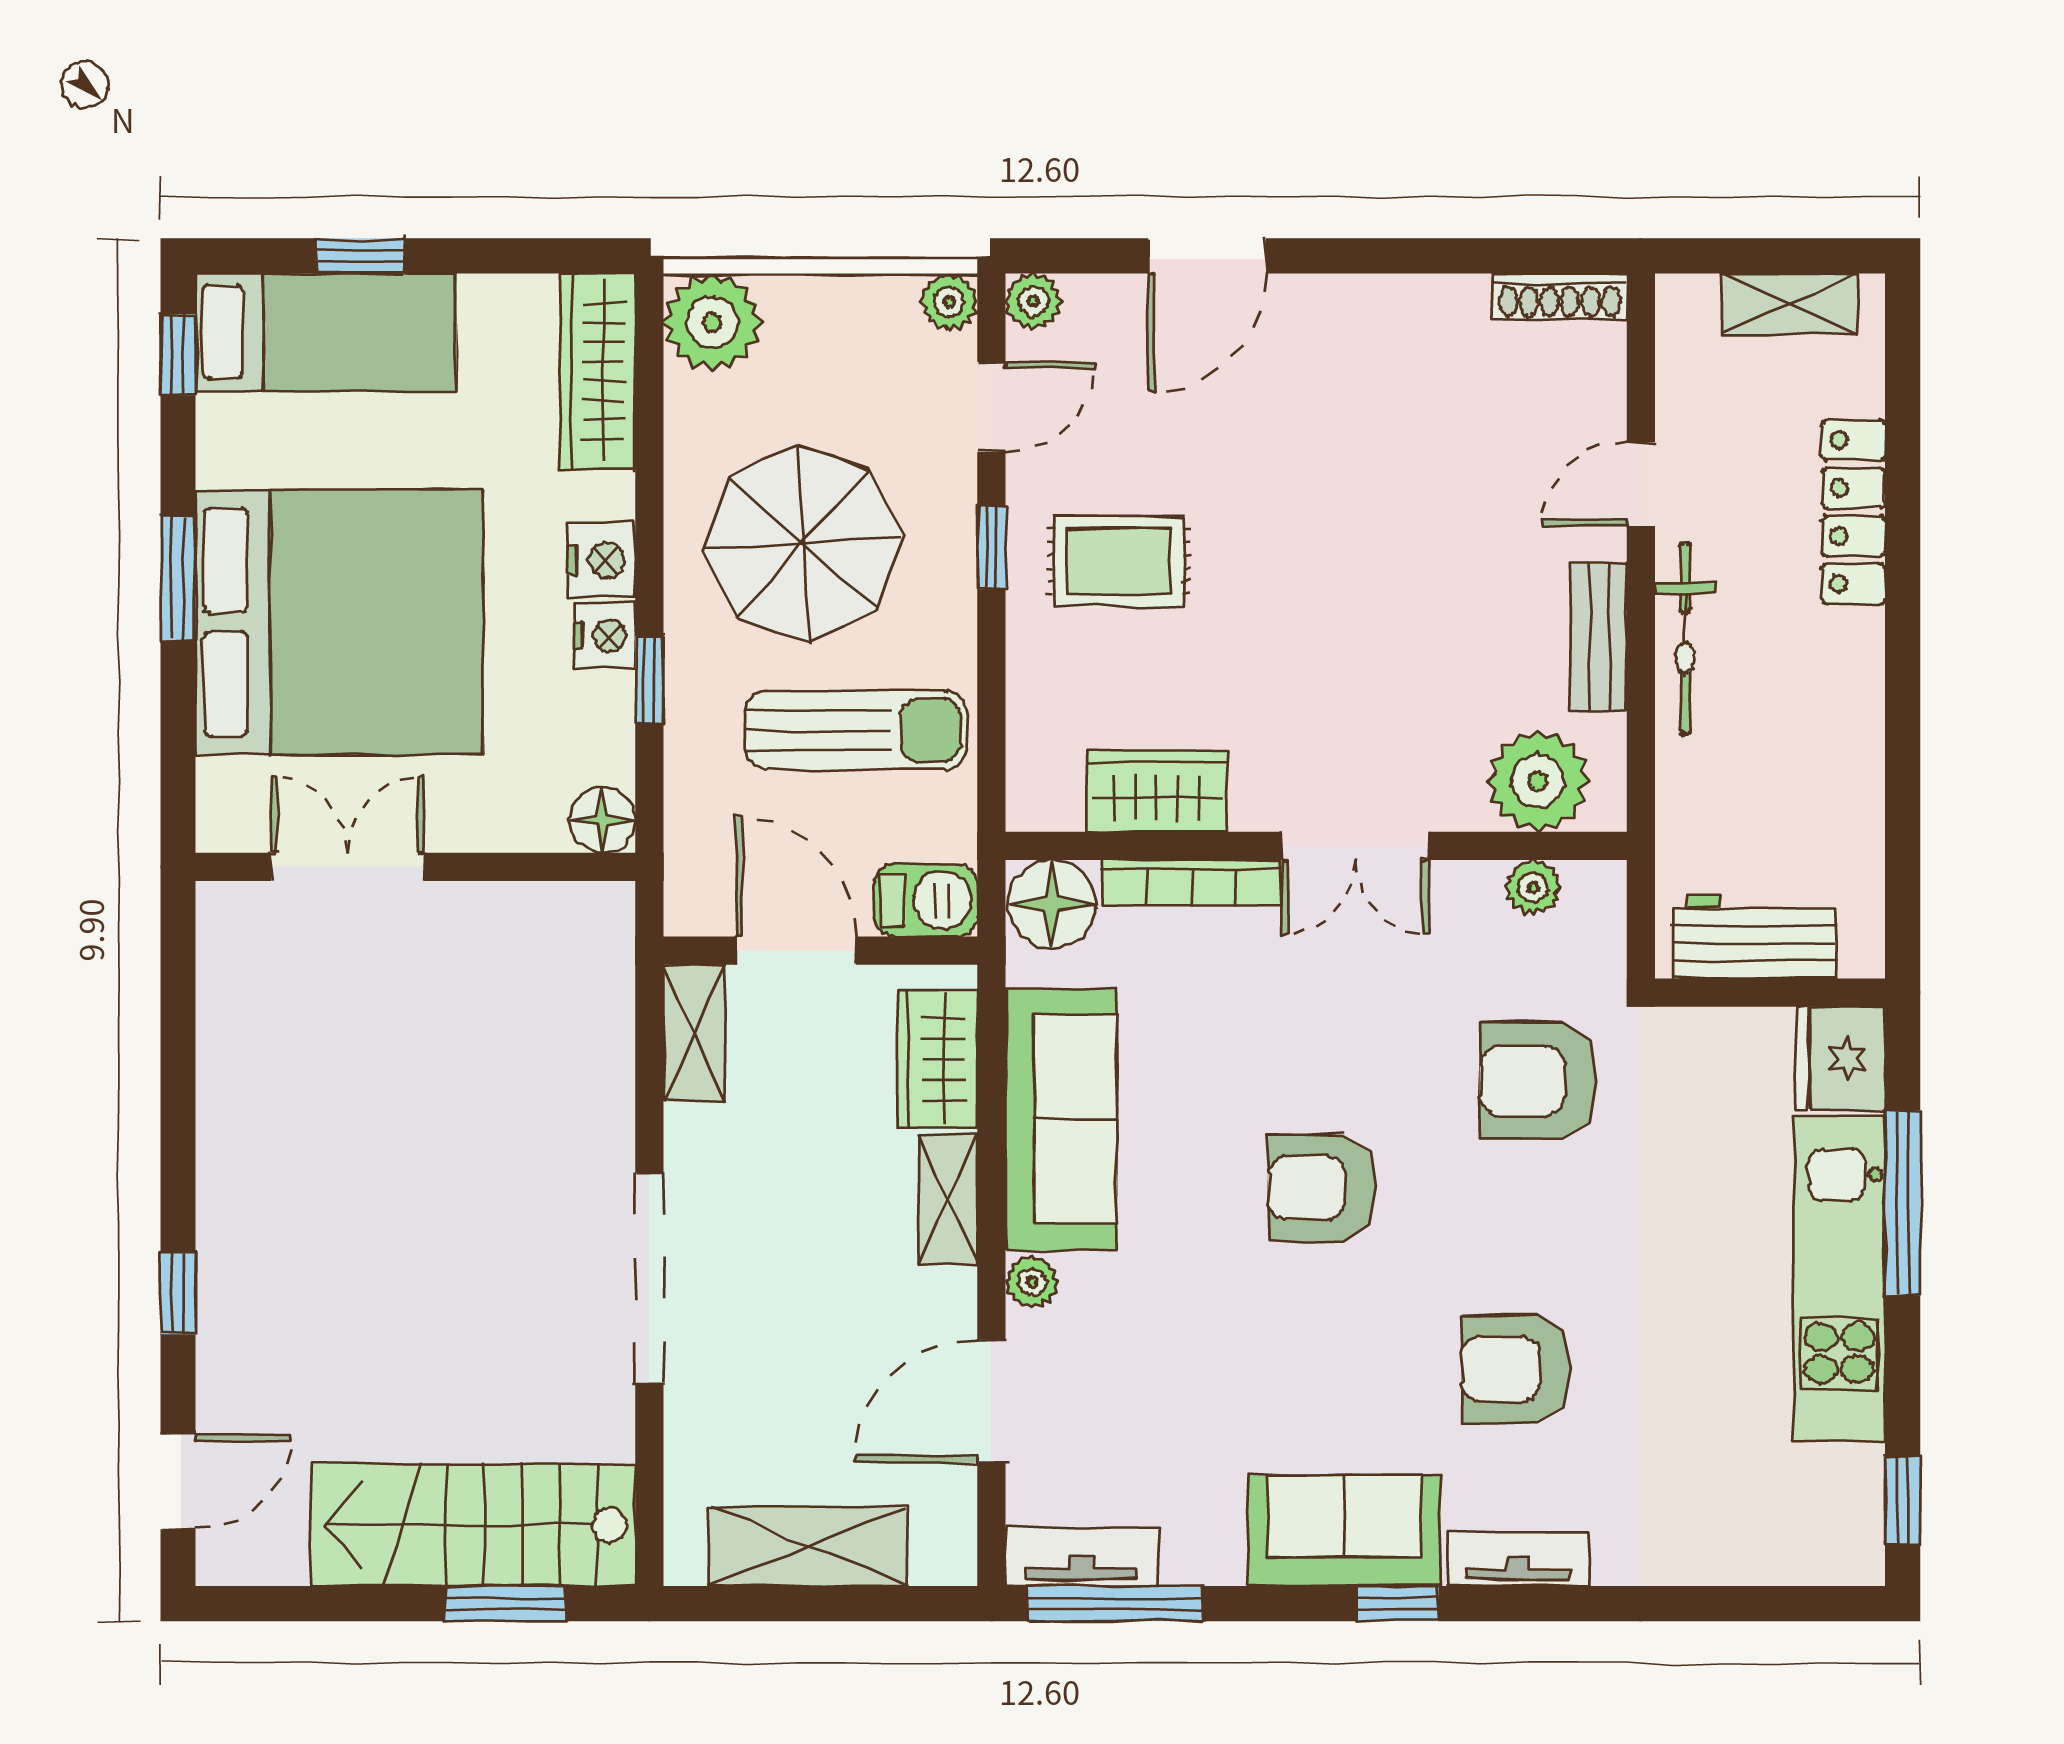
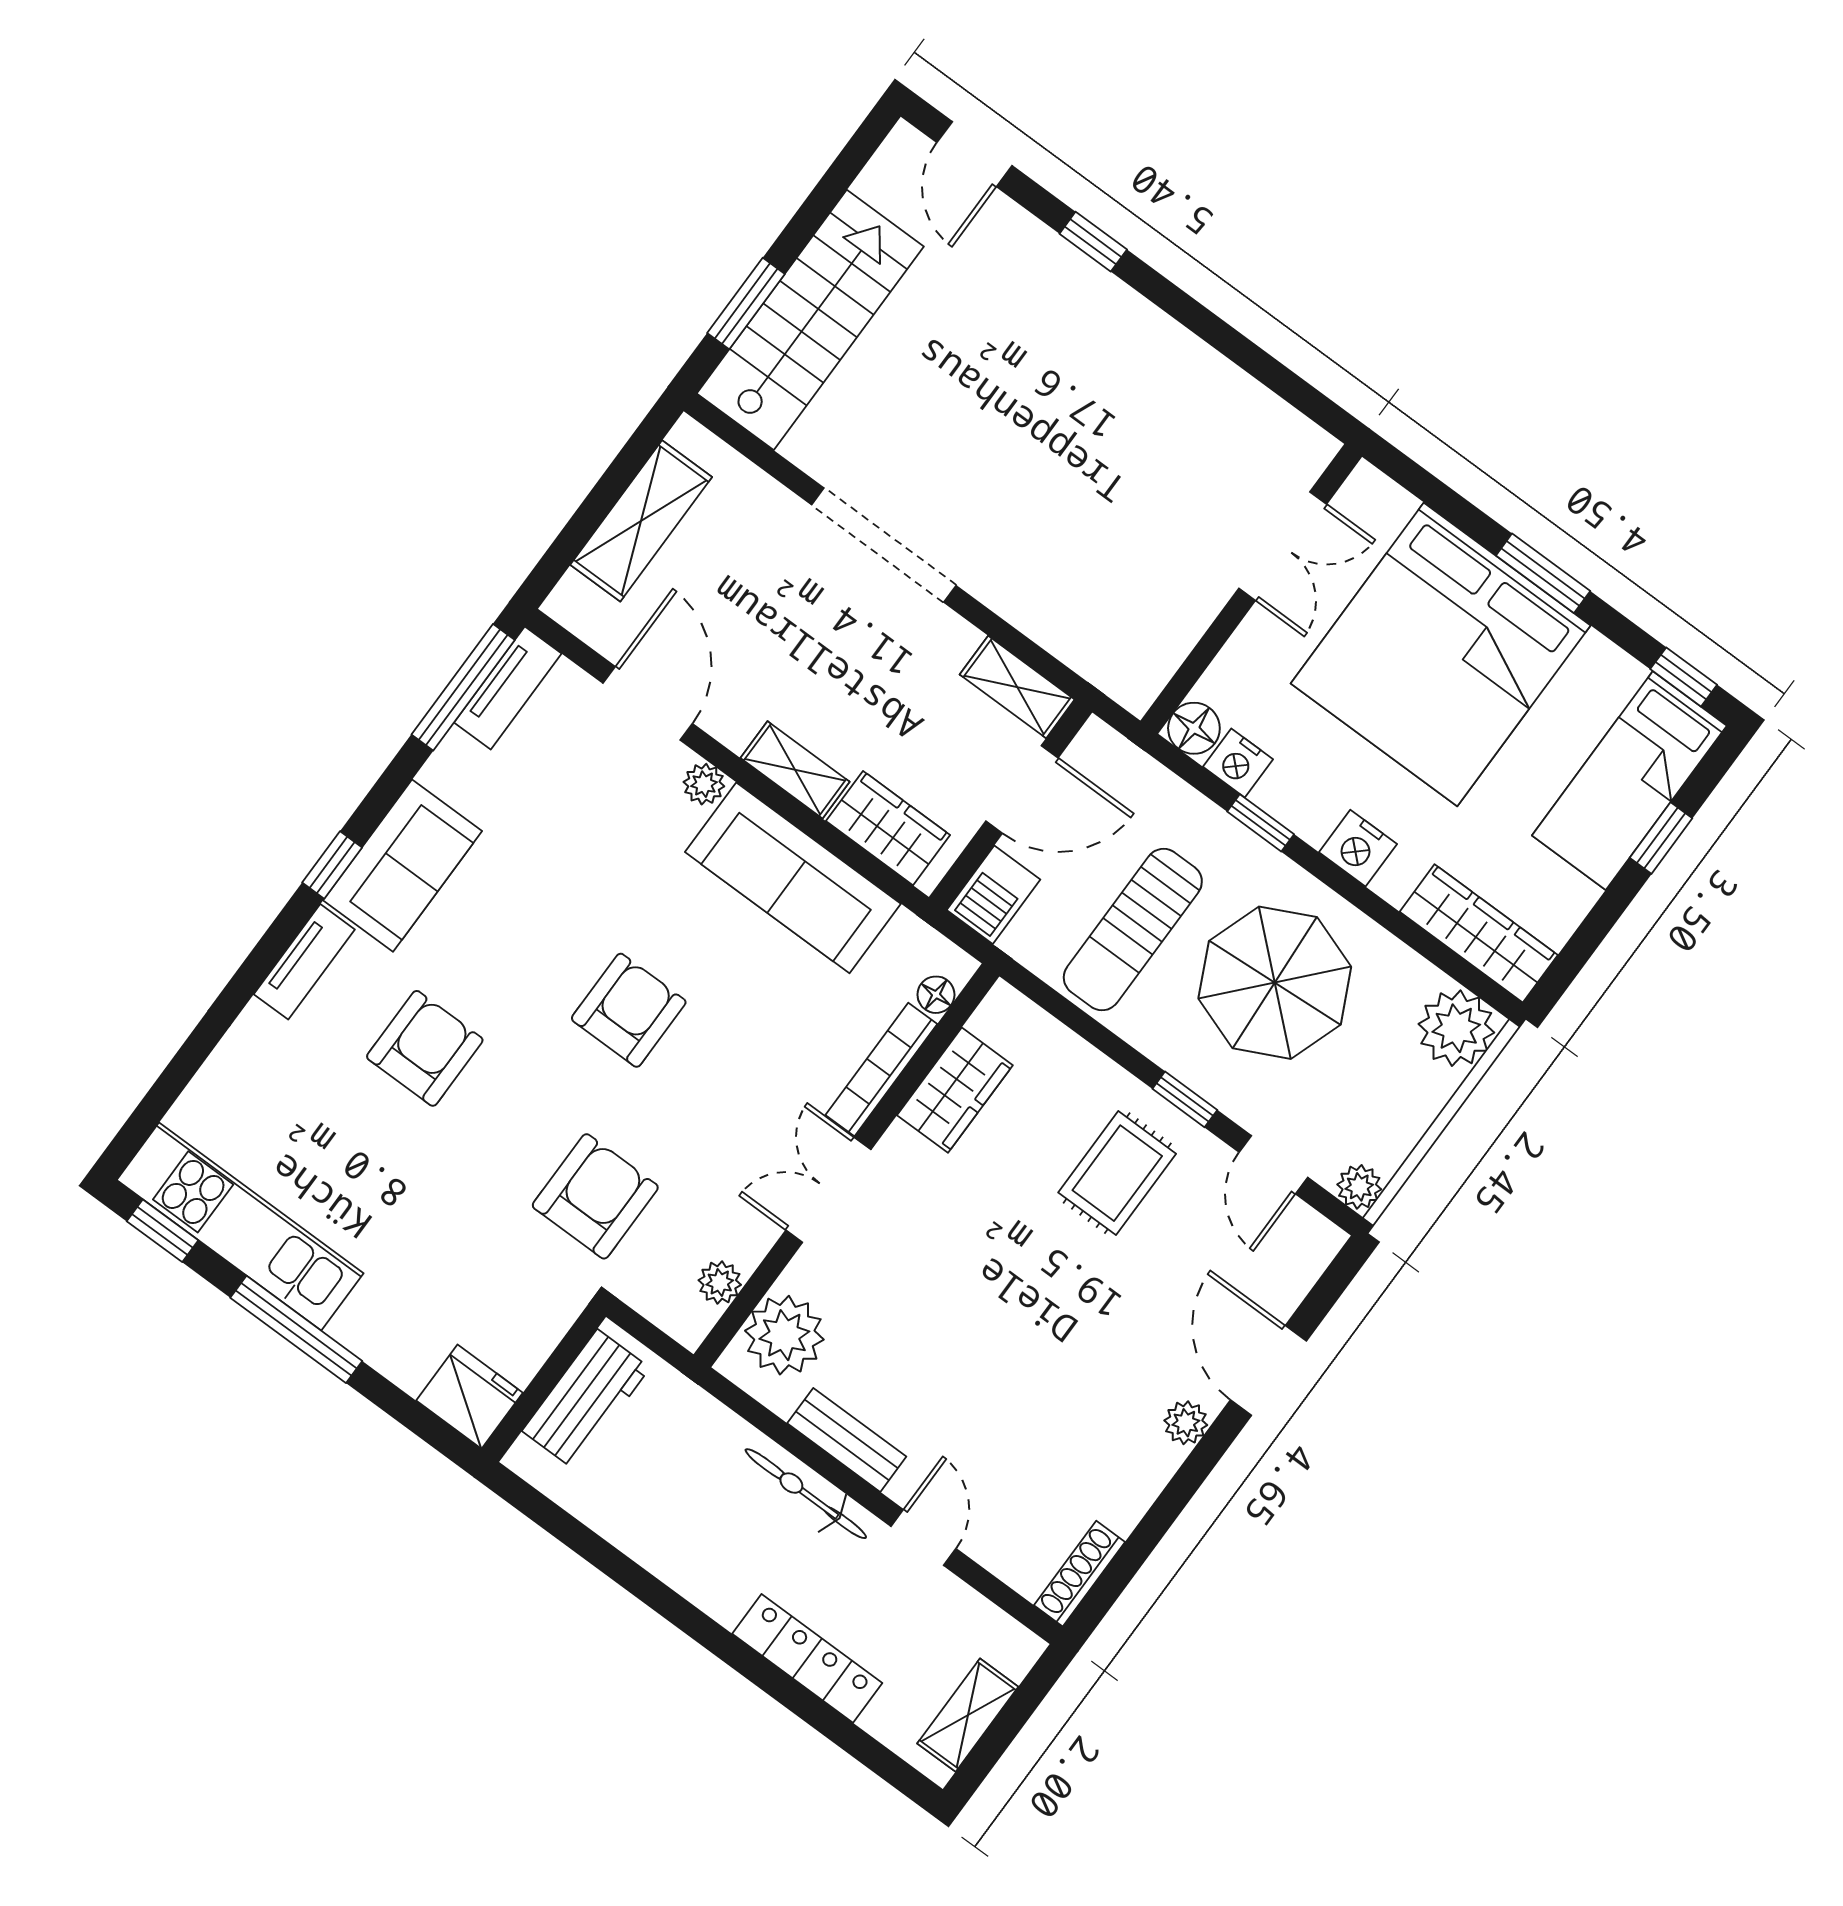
plant: (1033, 301) -> (1186, 1423), moved
nightstand: (605, 636) -> (1238, 763), moved
floor lamp: (1052, 904) -> (936, 995), width x0.53, depth x0.53
window: (1903, 1203) -> (296, 1329), moved
kitchen unit: (1839, 1278) -> (240, 1227), moved

